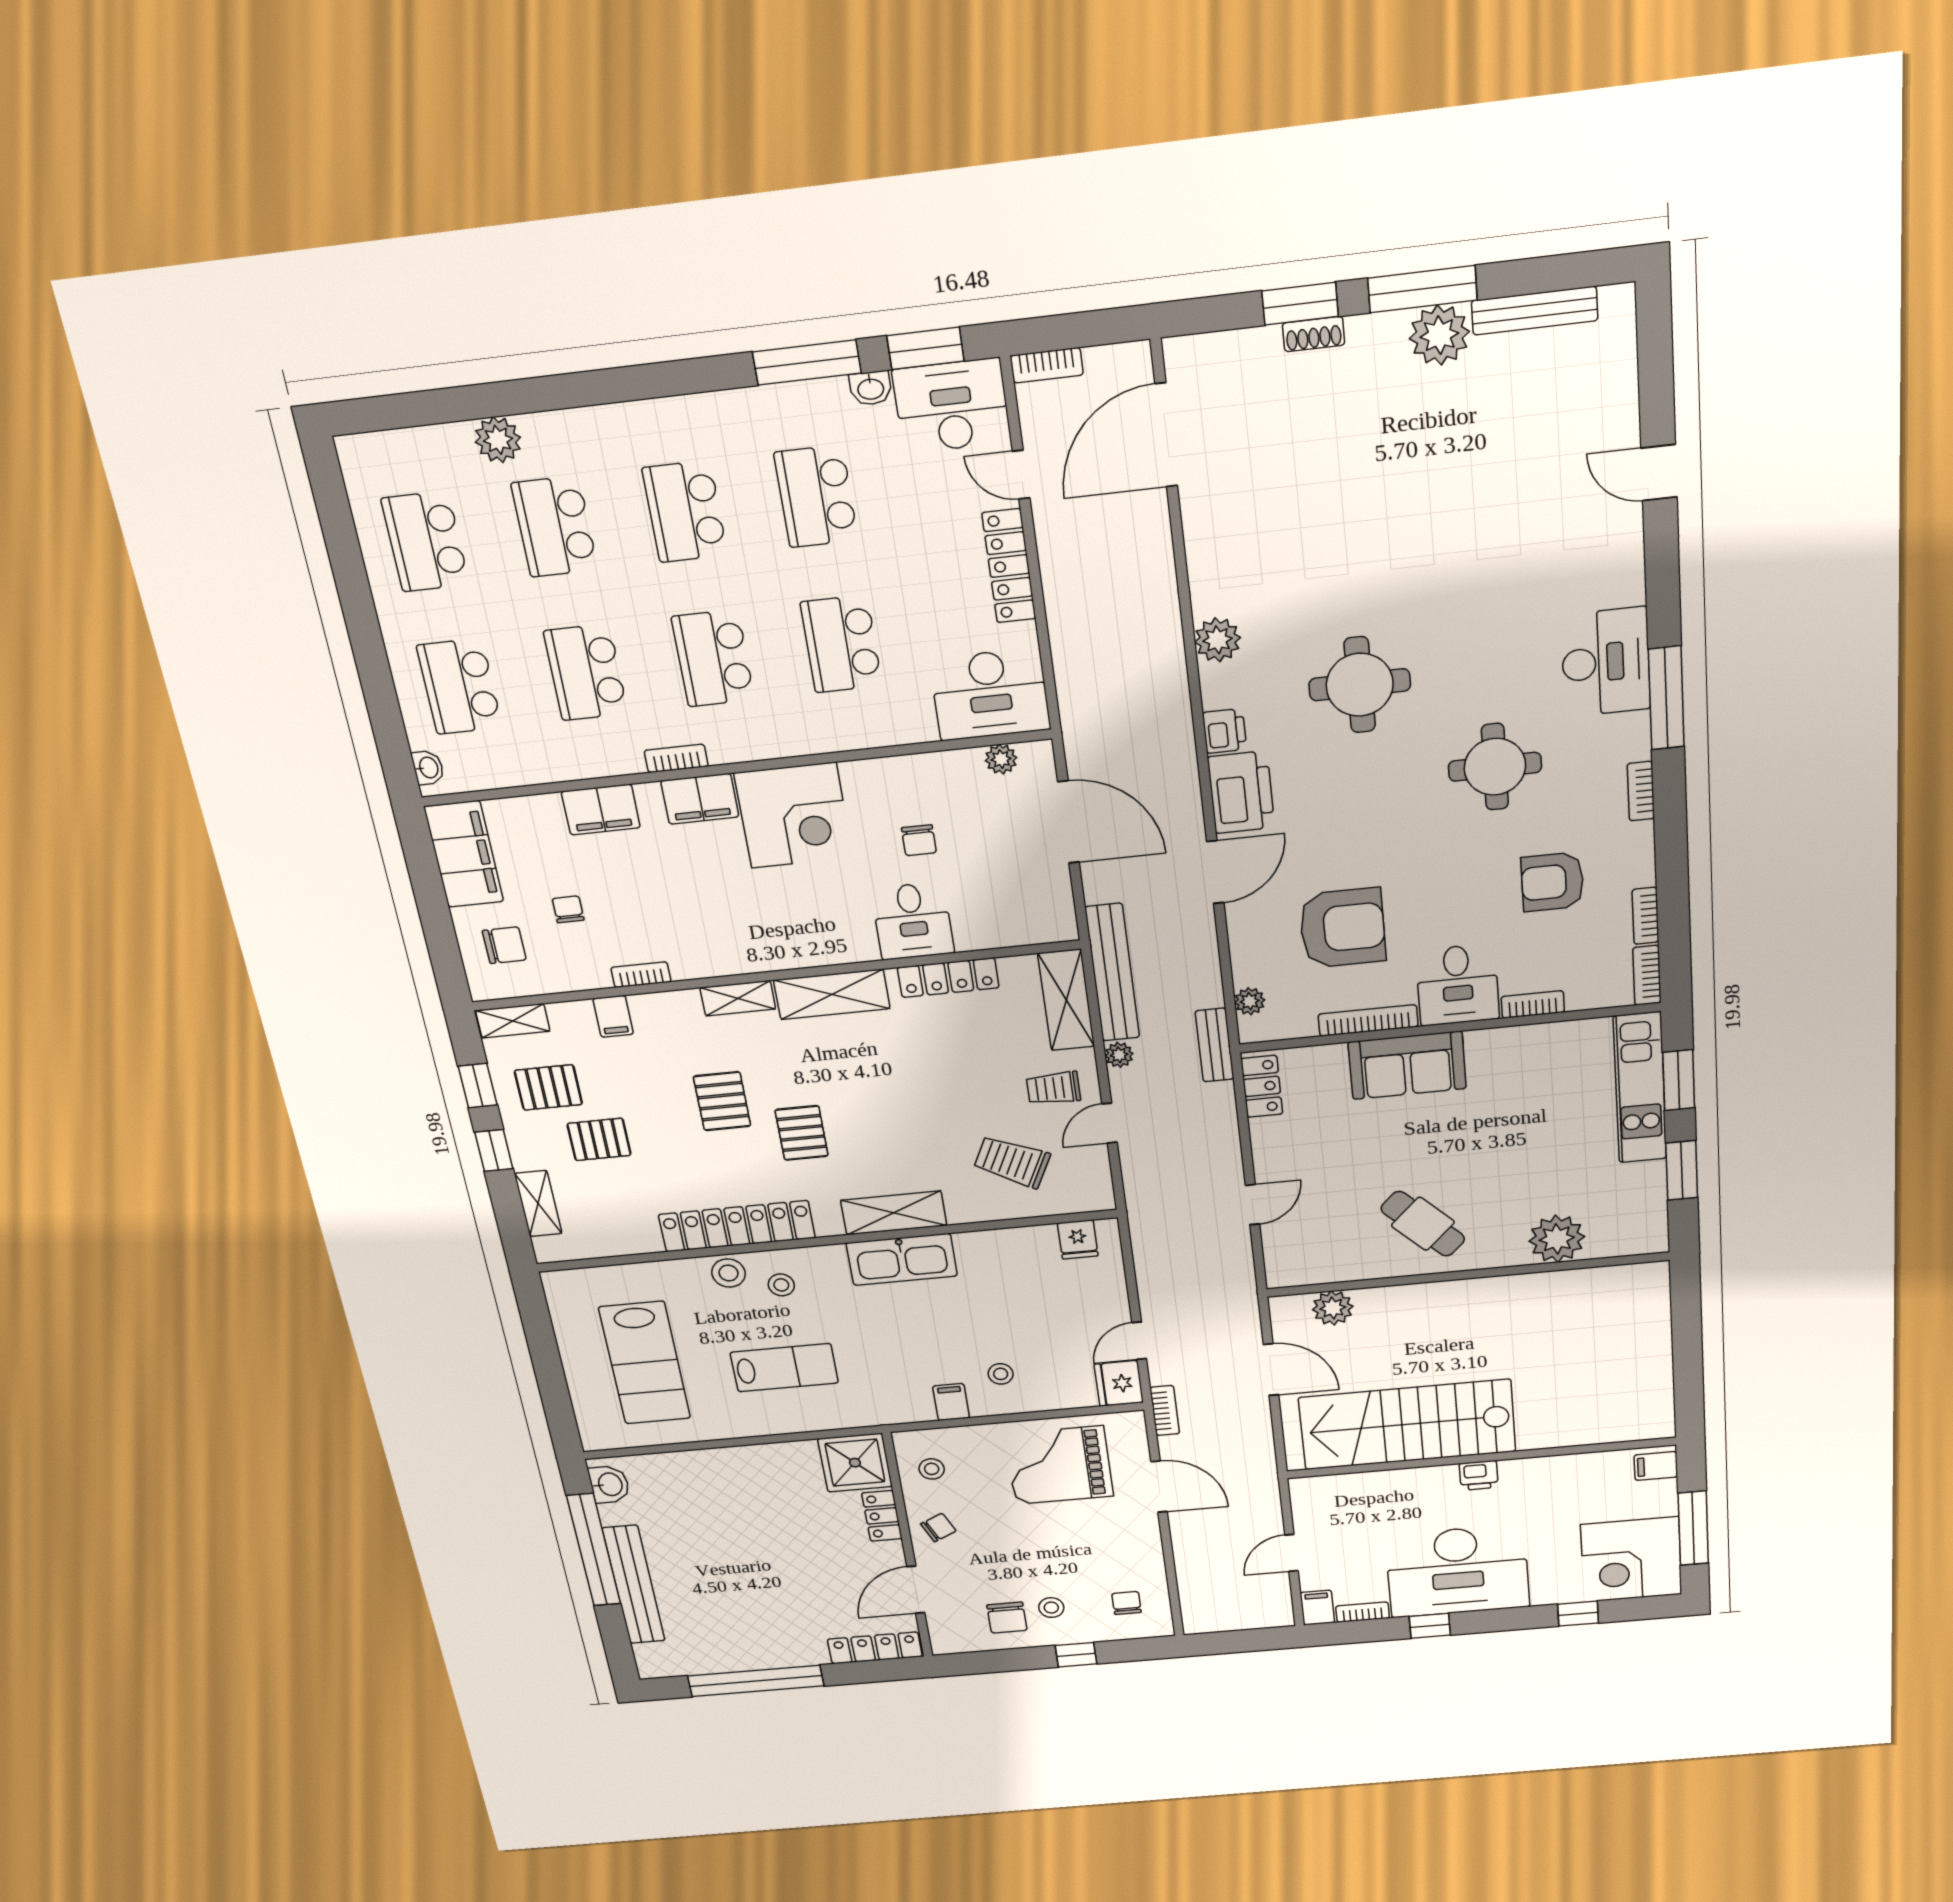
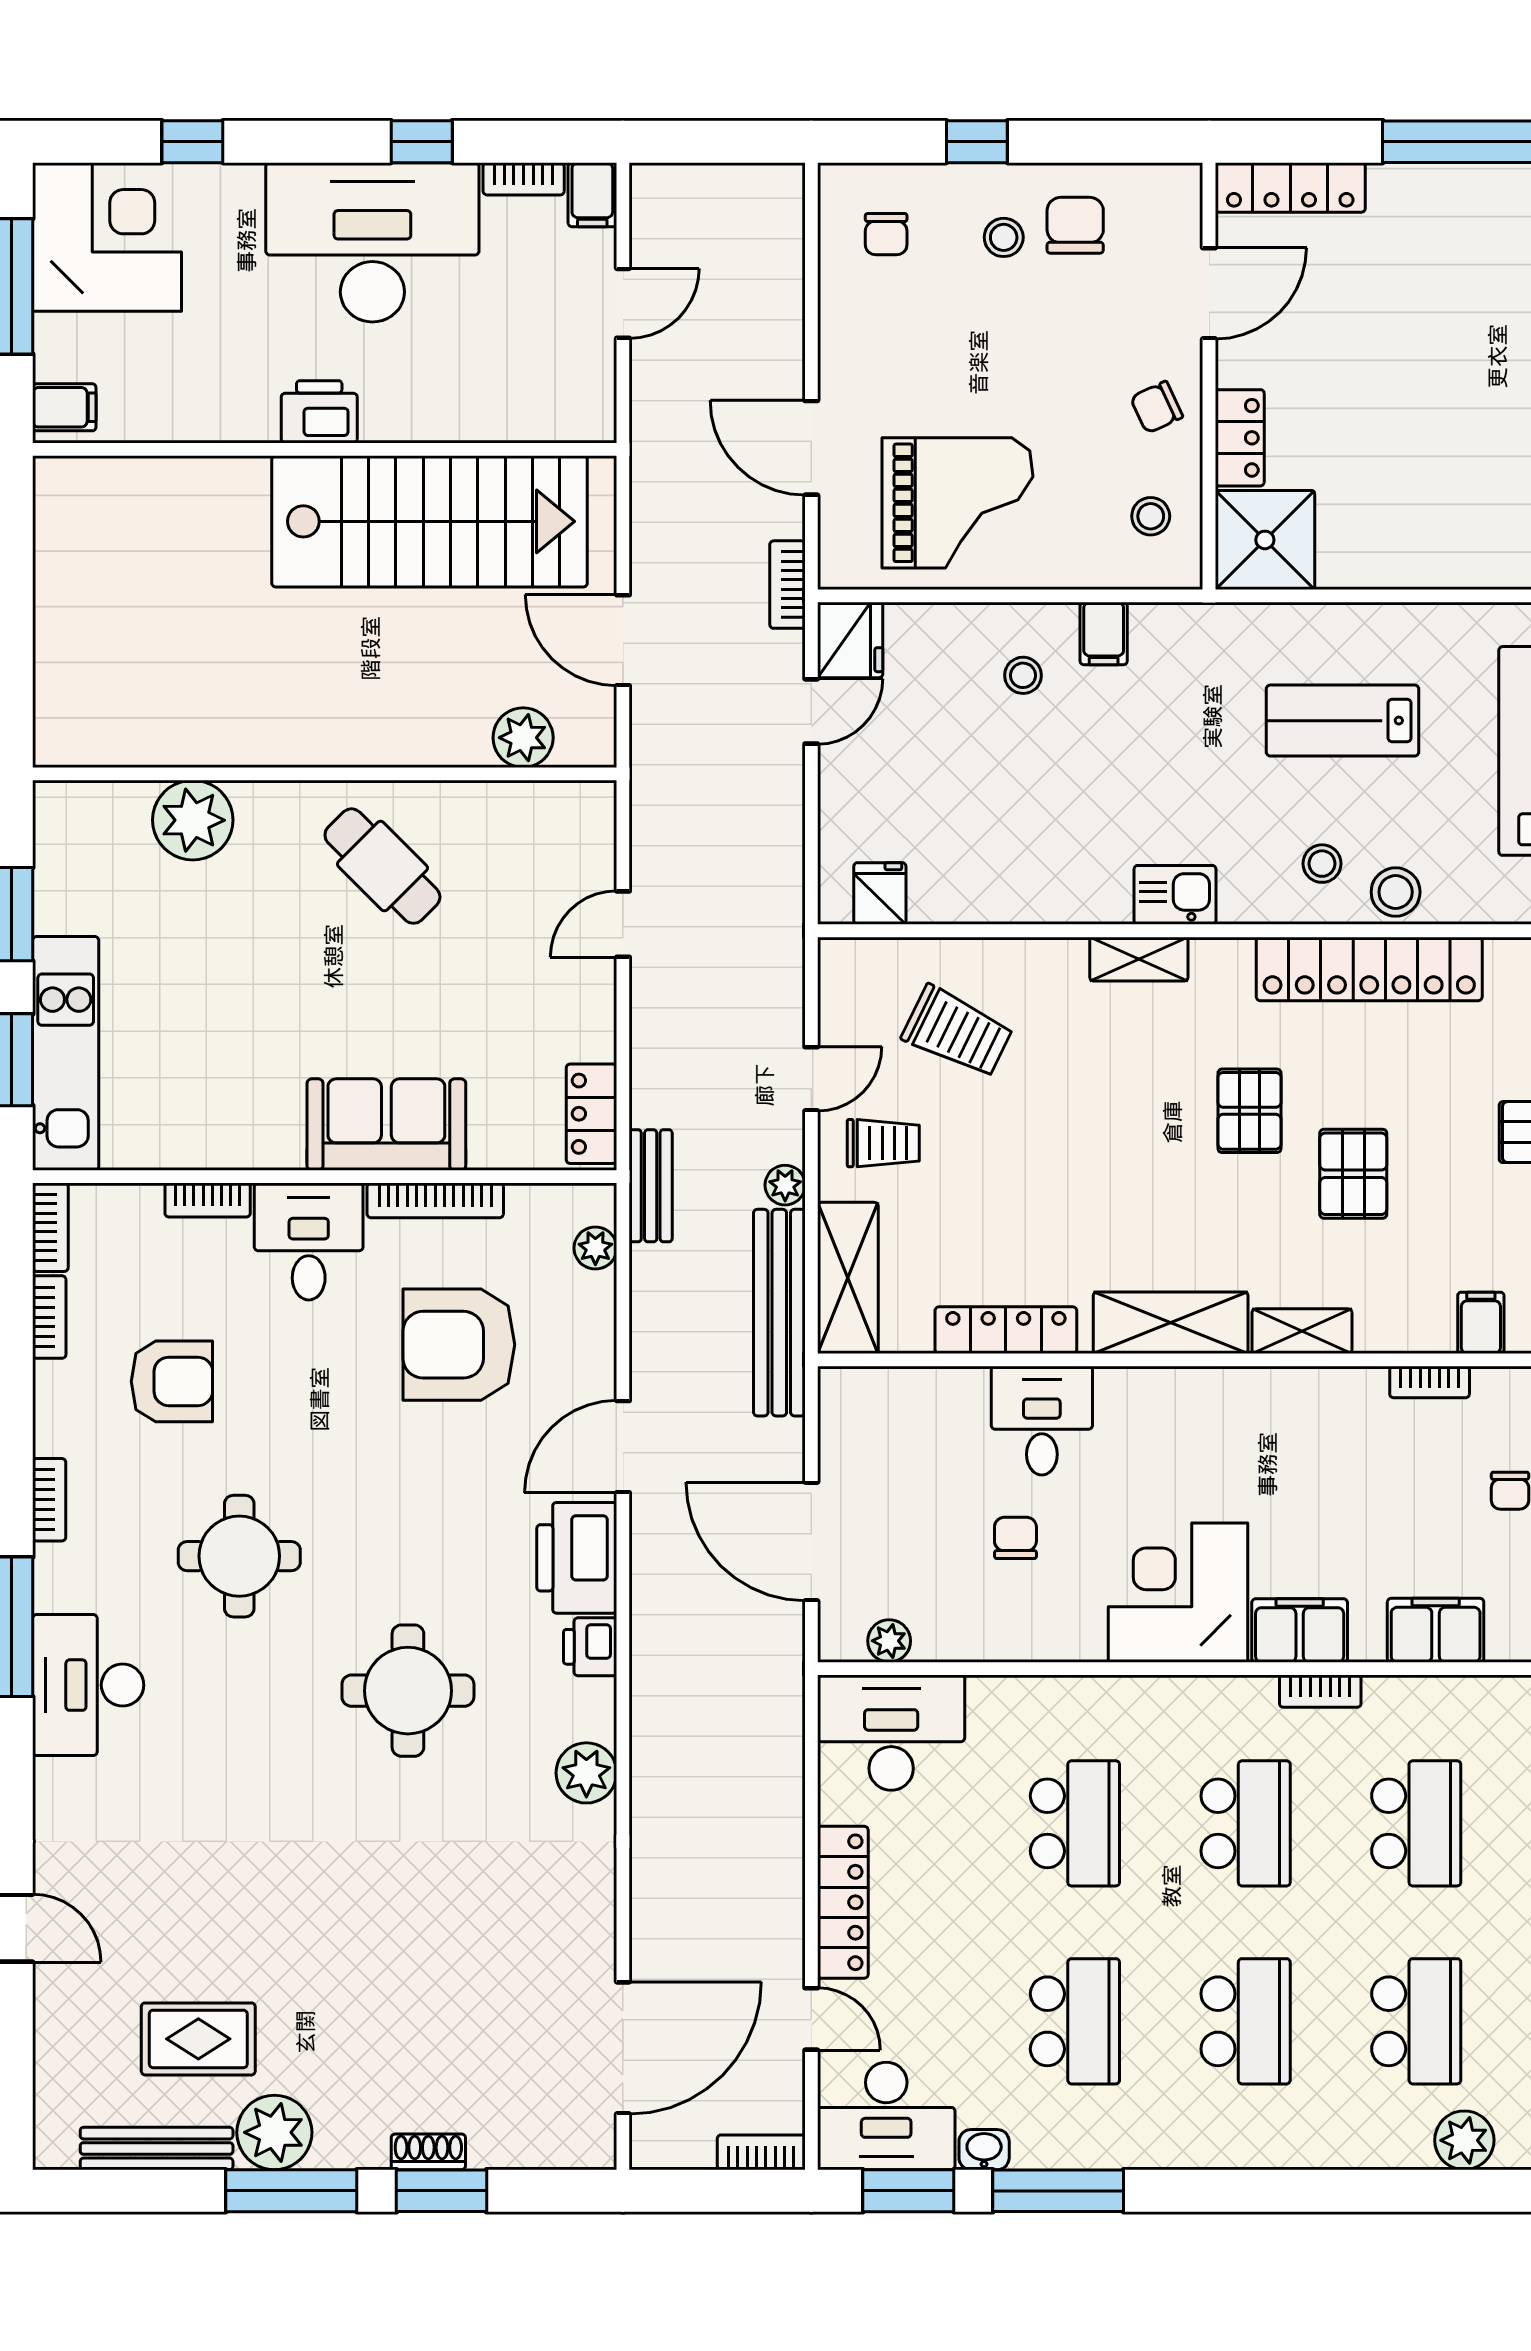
rug: (1505, 403) -> (198, 2039), added
shelving: (894, 1213) -> (1139, 959), width x0.67, depth x0.75
kitchen sink: (902, 1259) -> (1175, 895), width x0.53, depth x0.81
printer: (1479, 1475) -> (319, 412), width x1.36, depth x1.24

